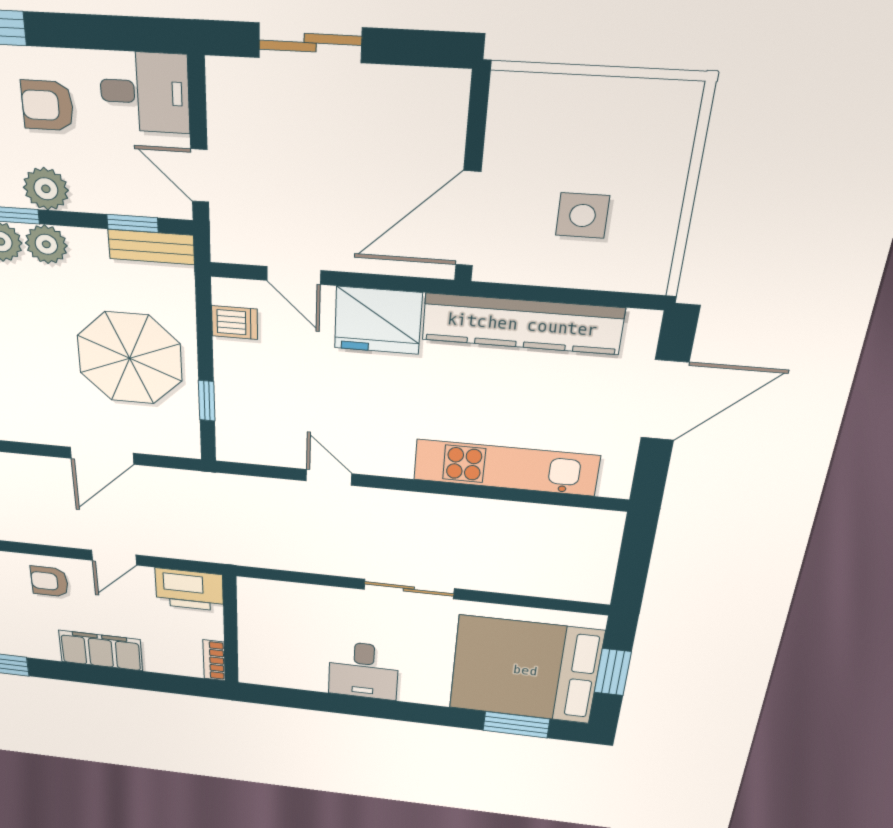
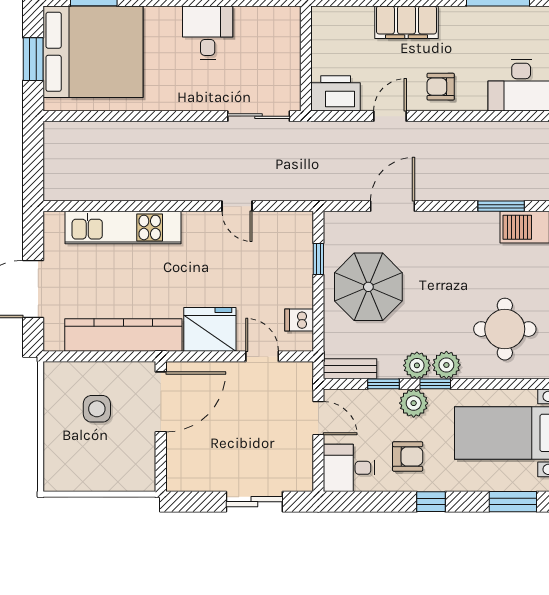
window: (132, 223) -> (383, 384), moved
armchair: (49, 581) -> (441, 87), turned 180
sliding door: (409, 589) -> (259, 116), moved
bookcase: (214, 660) -> (319, 26), removed

